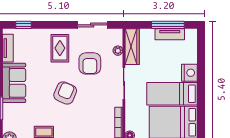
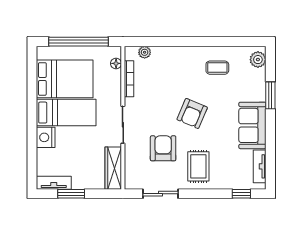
window: (168, 25) -> (71, 194), width x0.69
tv unit: (170, 34) -> (54, 183), moved
plant: (118, 51) -> (130, 163), removed

